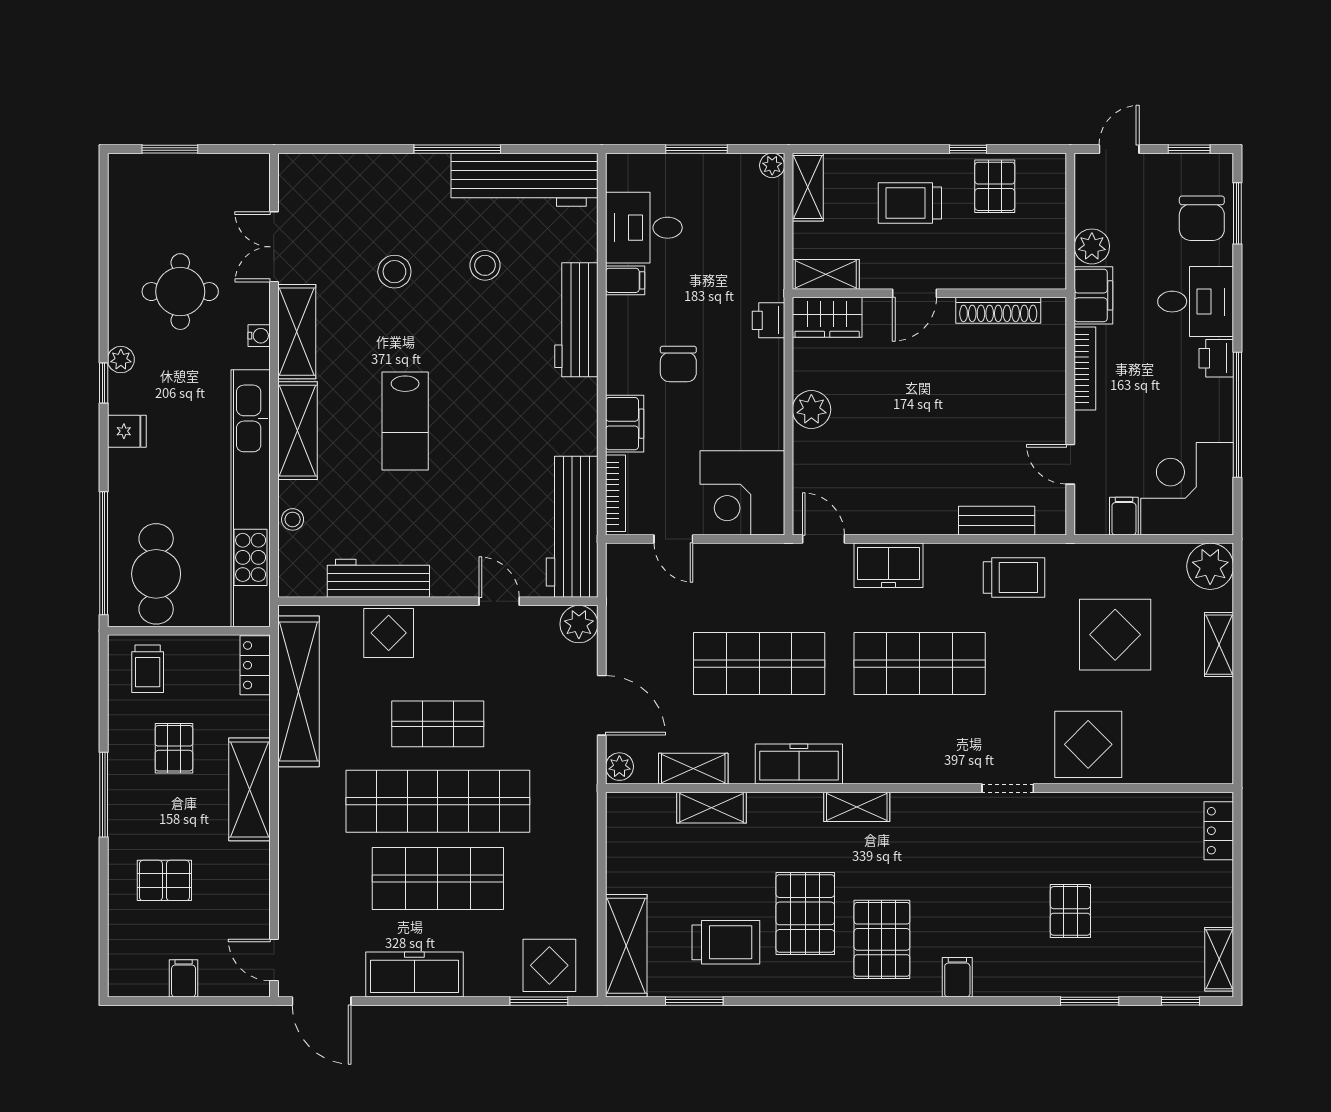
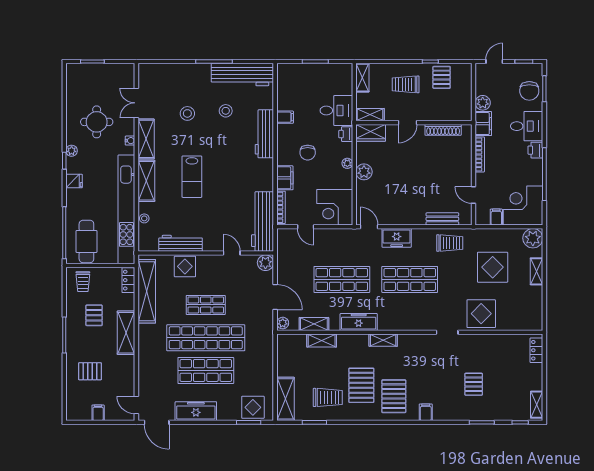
plant: (772, 165) -> (347, 163), moved
desk: (644, 228) -> (336, 110), moved, turned 180

